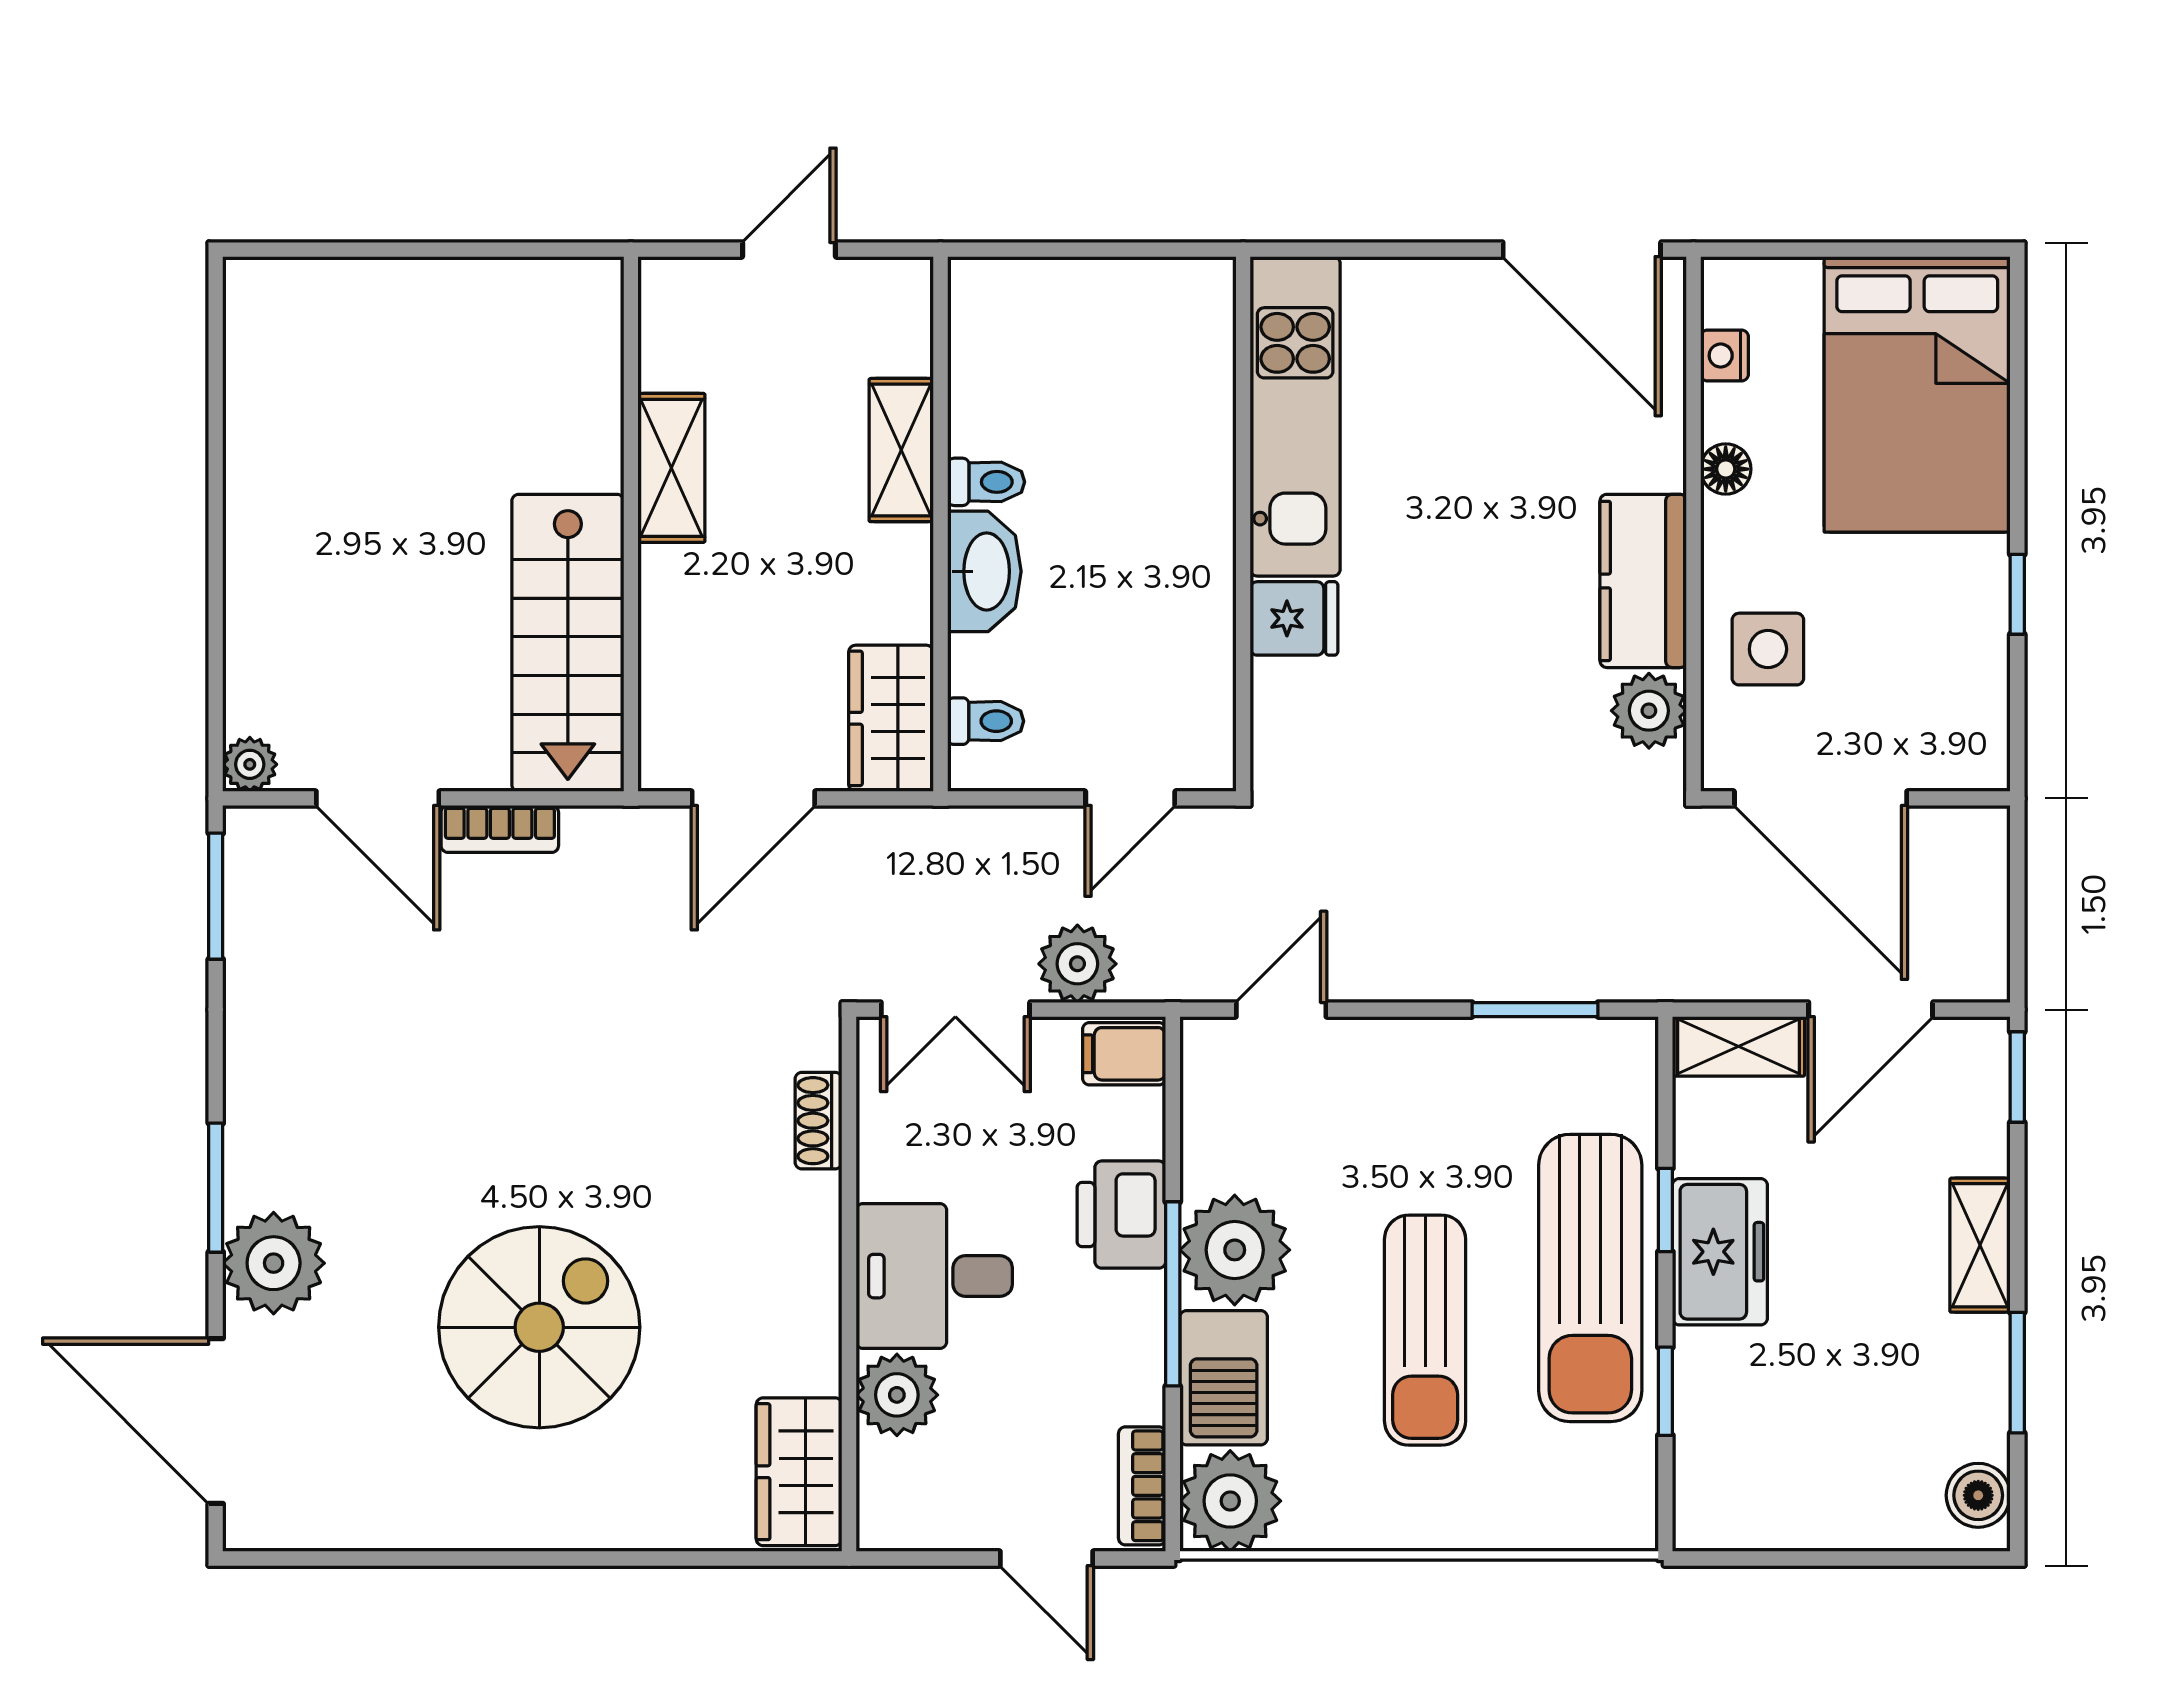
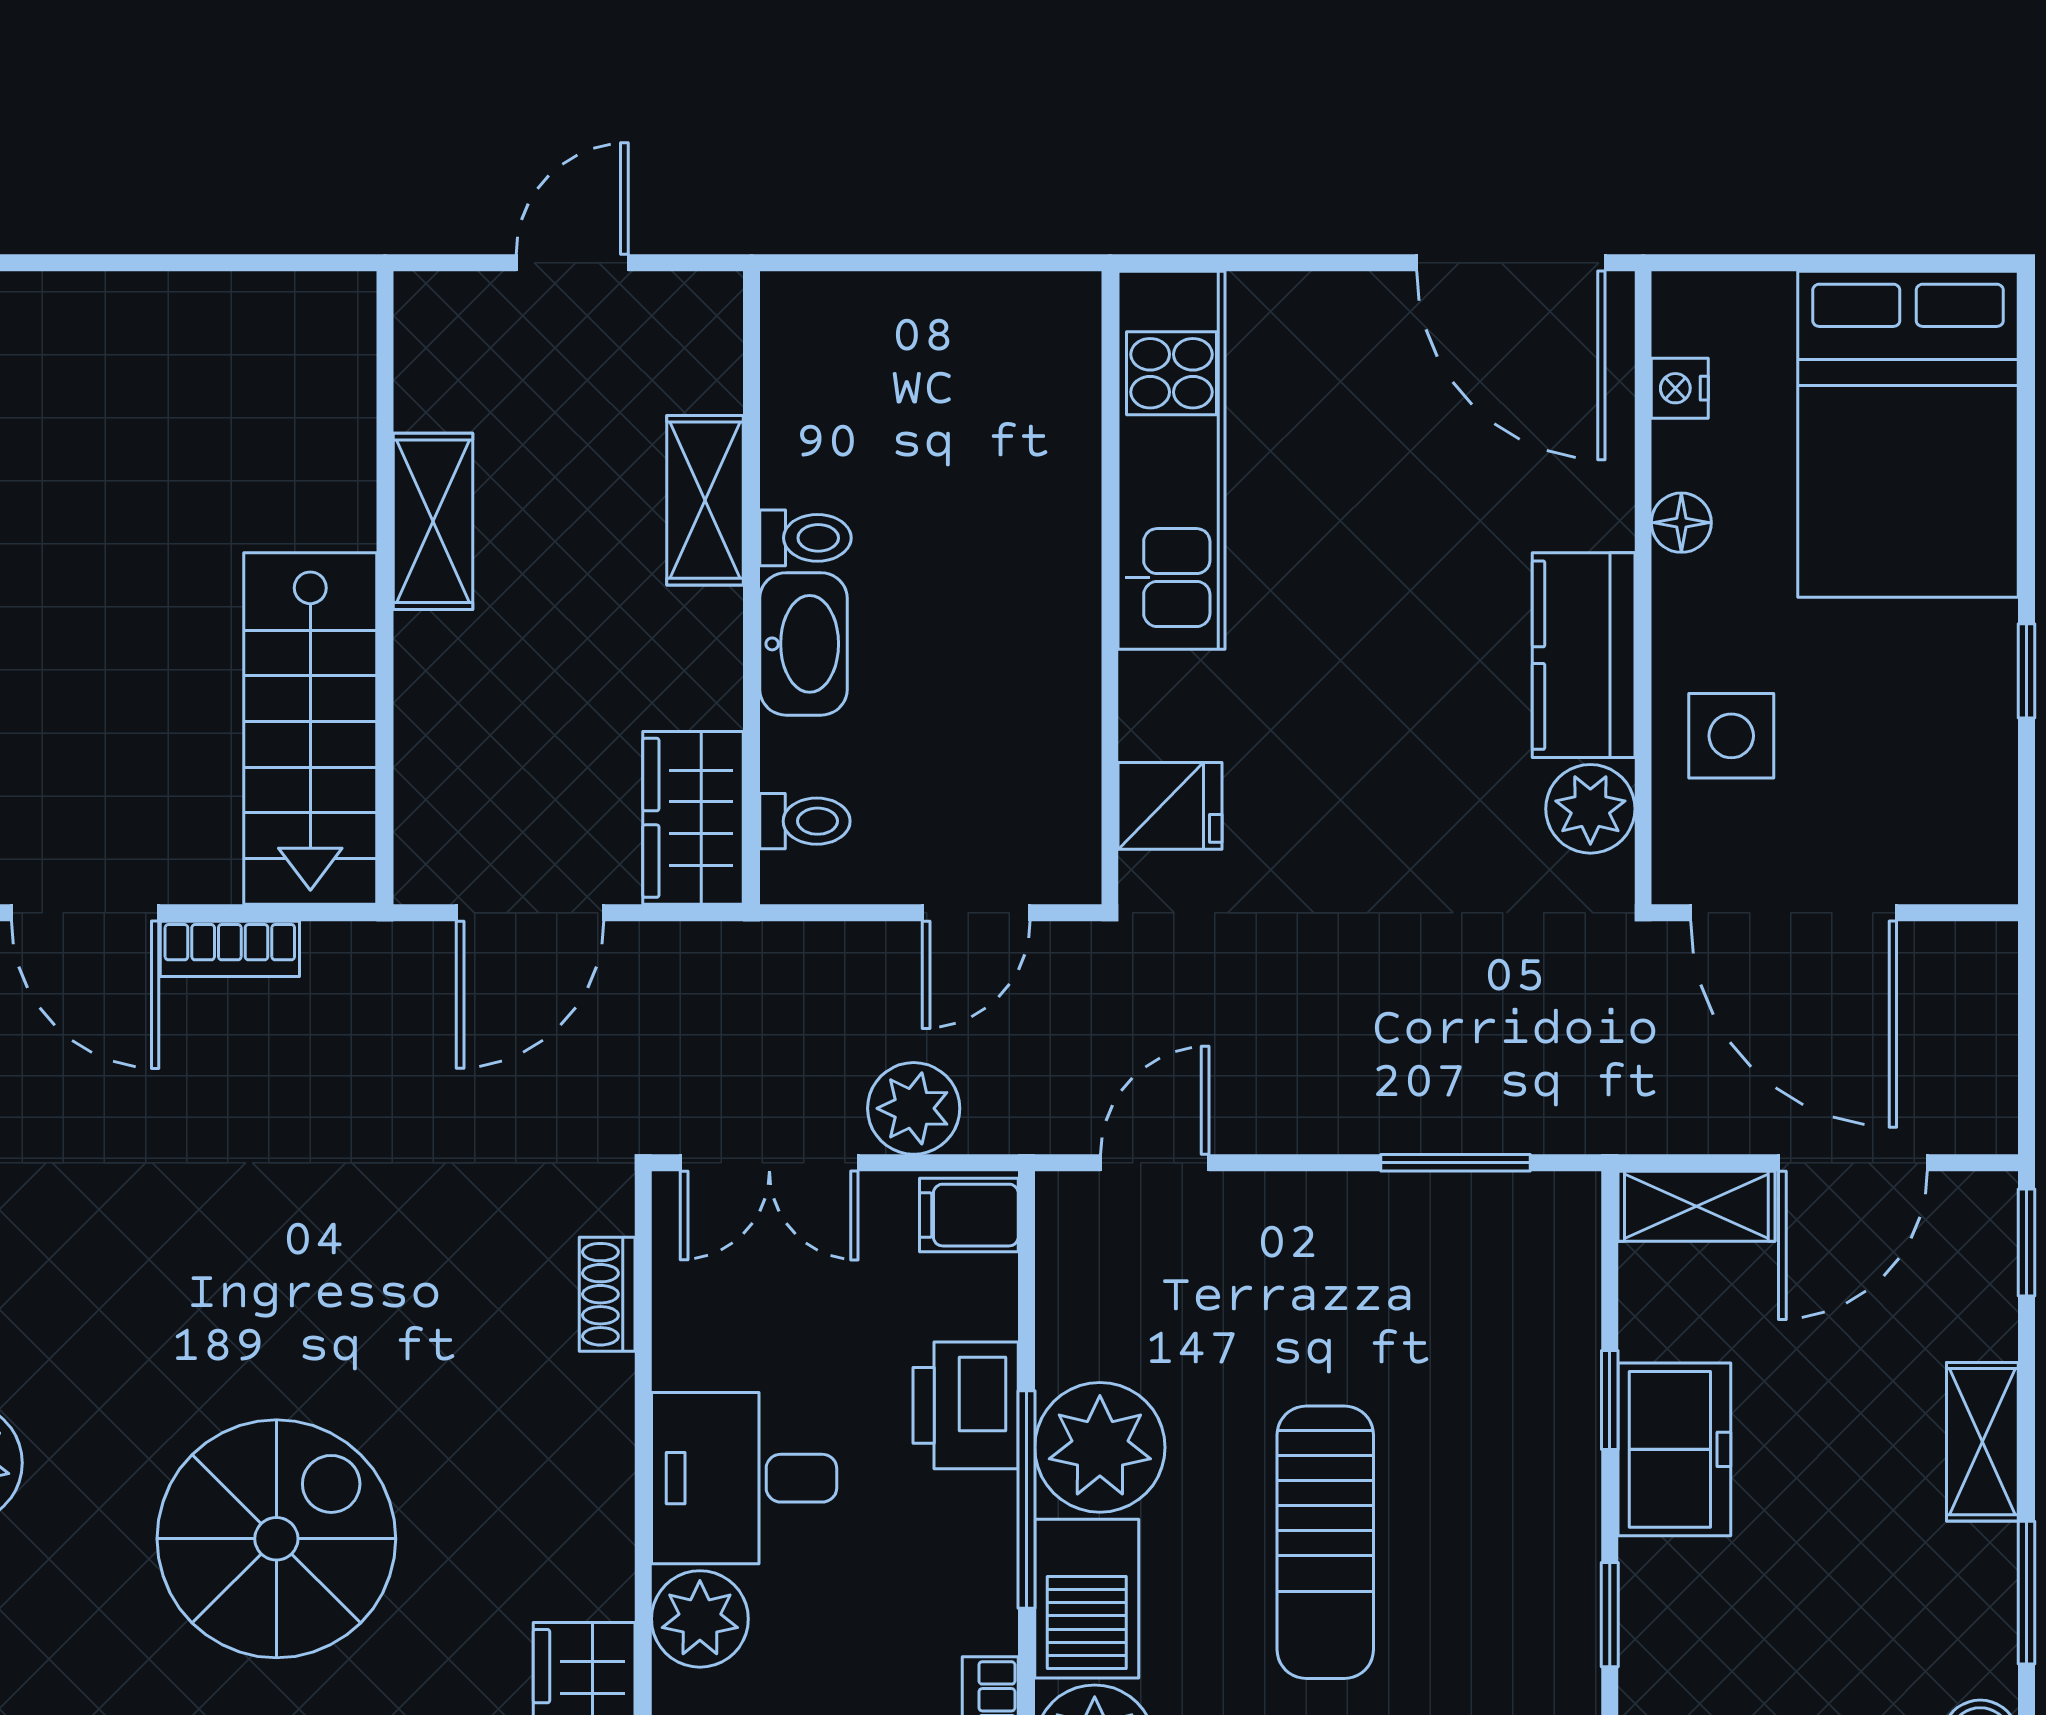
fridge: (1294, 618) -> (1170, 806), moved
sun lounger: (1590, 1278) -> (1521, 1480), removed

